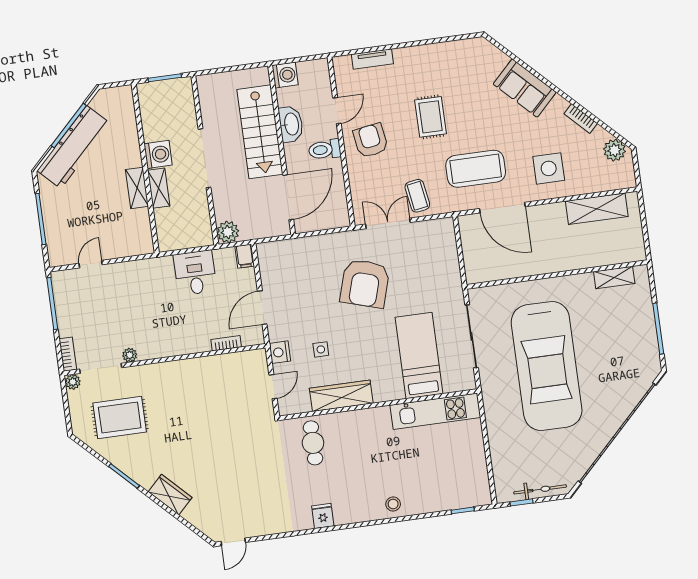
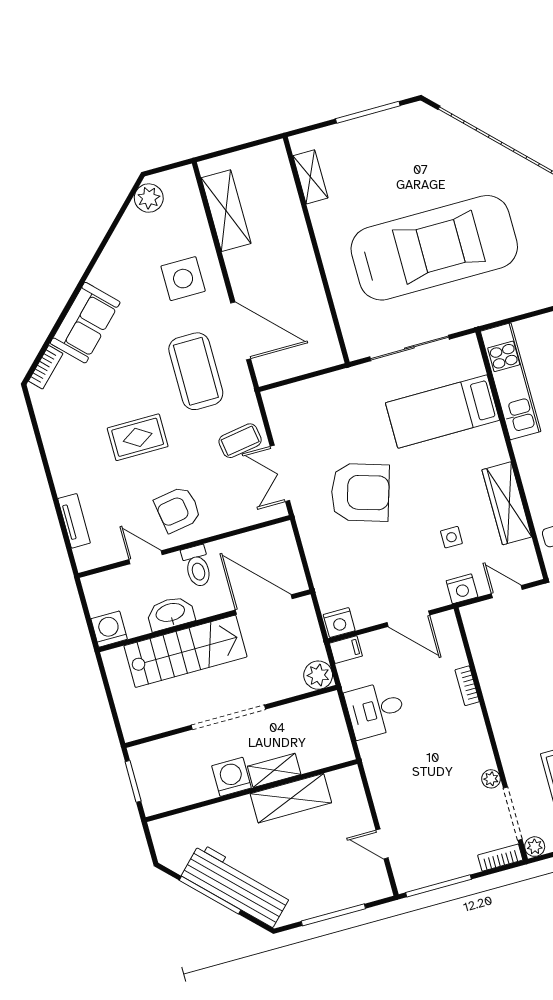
bookcase: (581, 119) -> (46, 367), moved
shelving: (137, 188) -> (291, 798), width x1.50, depth x1.33
door: (502, 208) -> (241, 331), hinge flipped
nightstand: (266, 254) -> (339, 623), added
bookcase: (226, 343) -> (467, 686), moved

